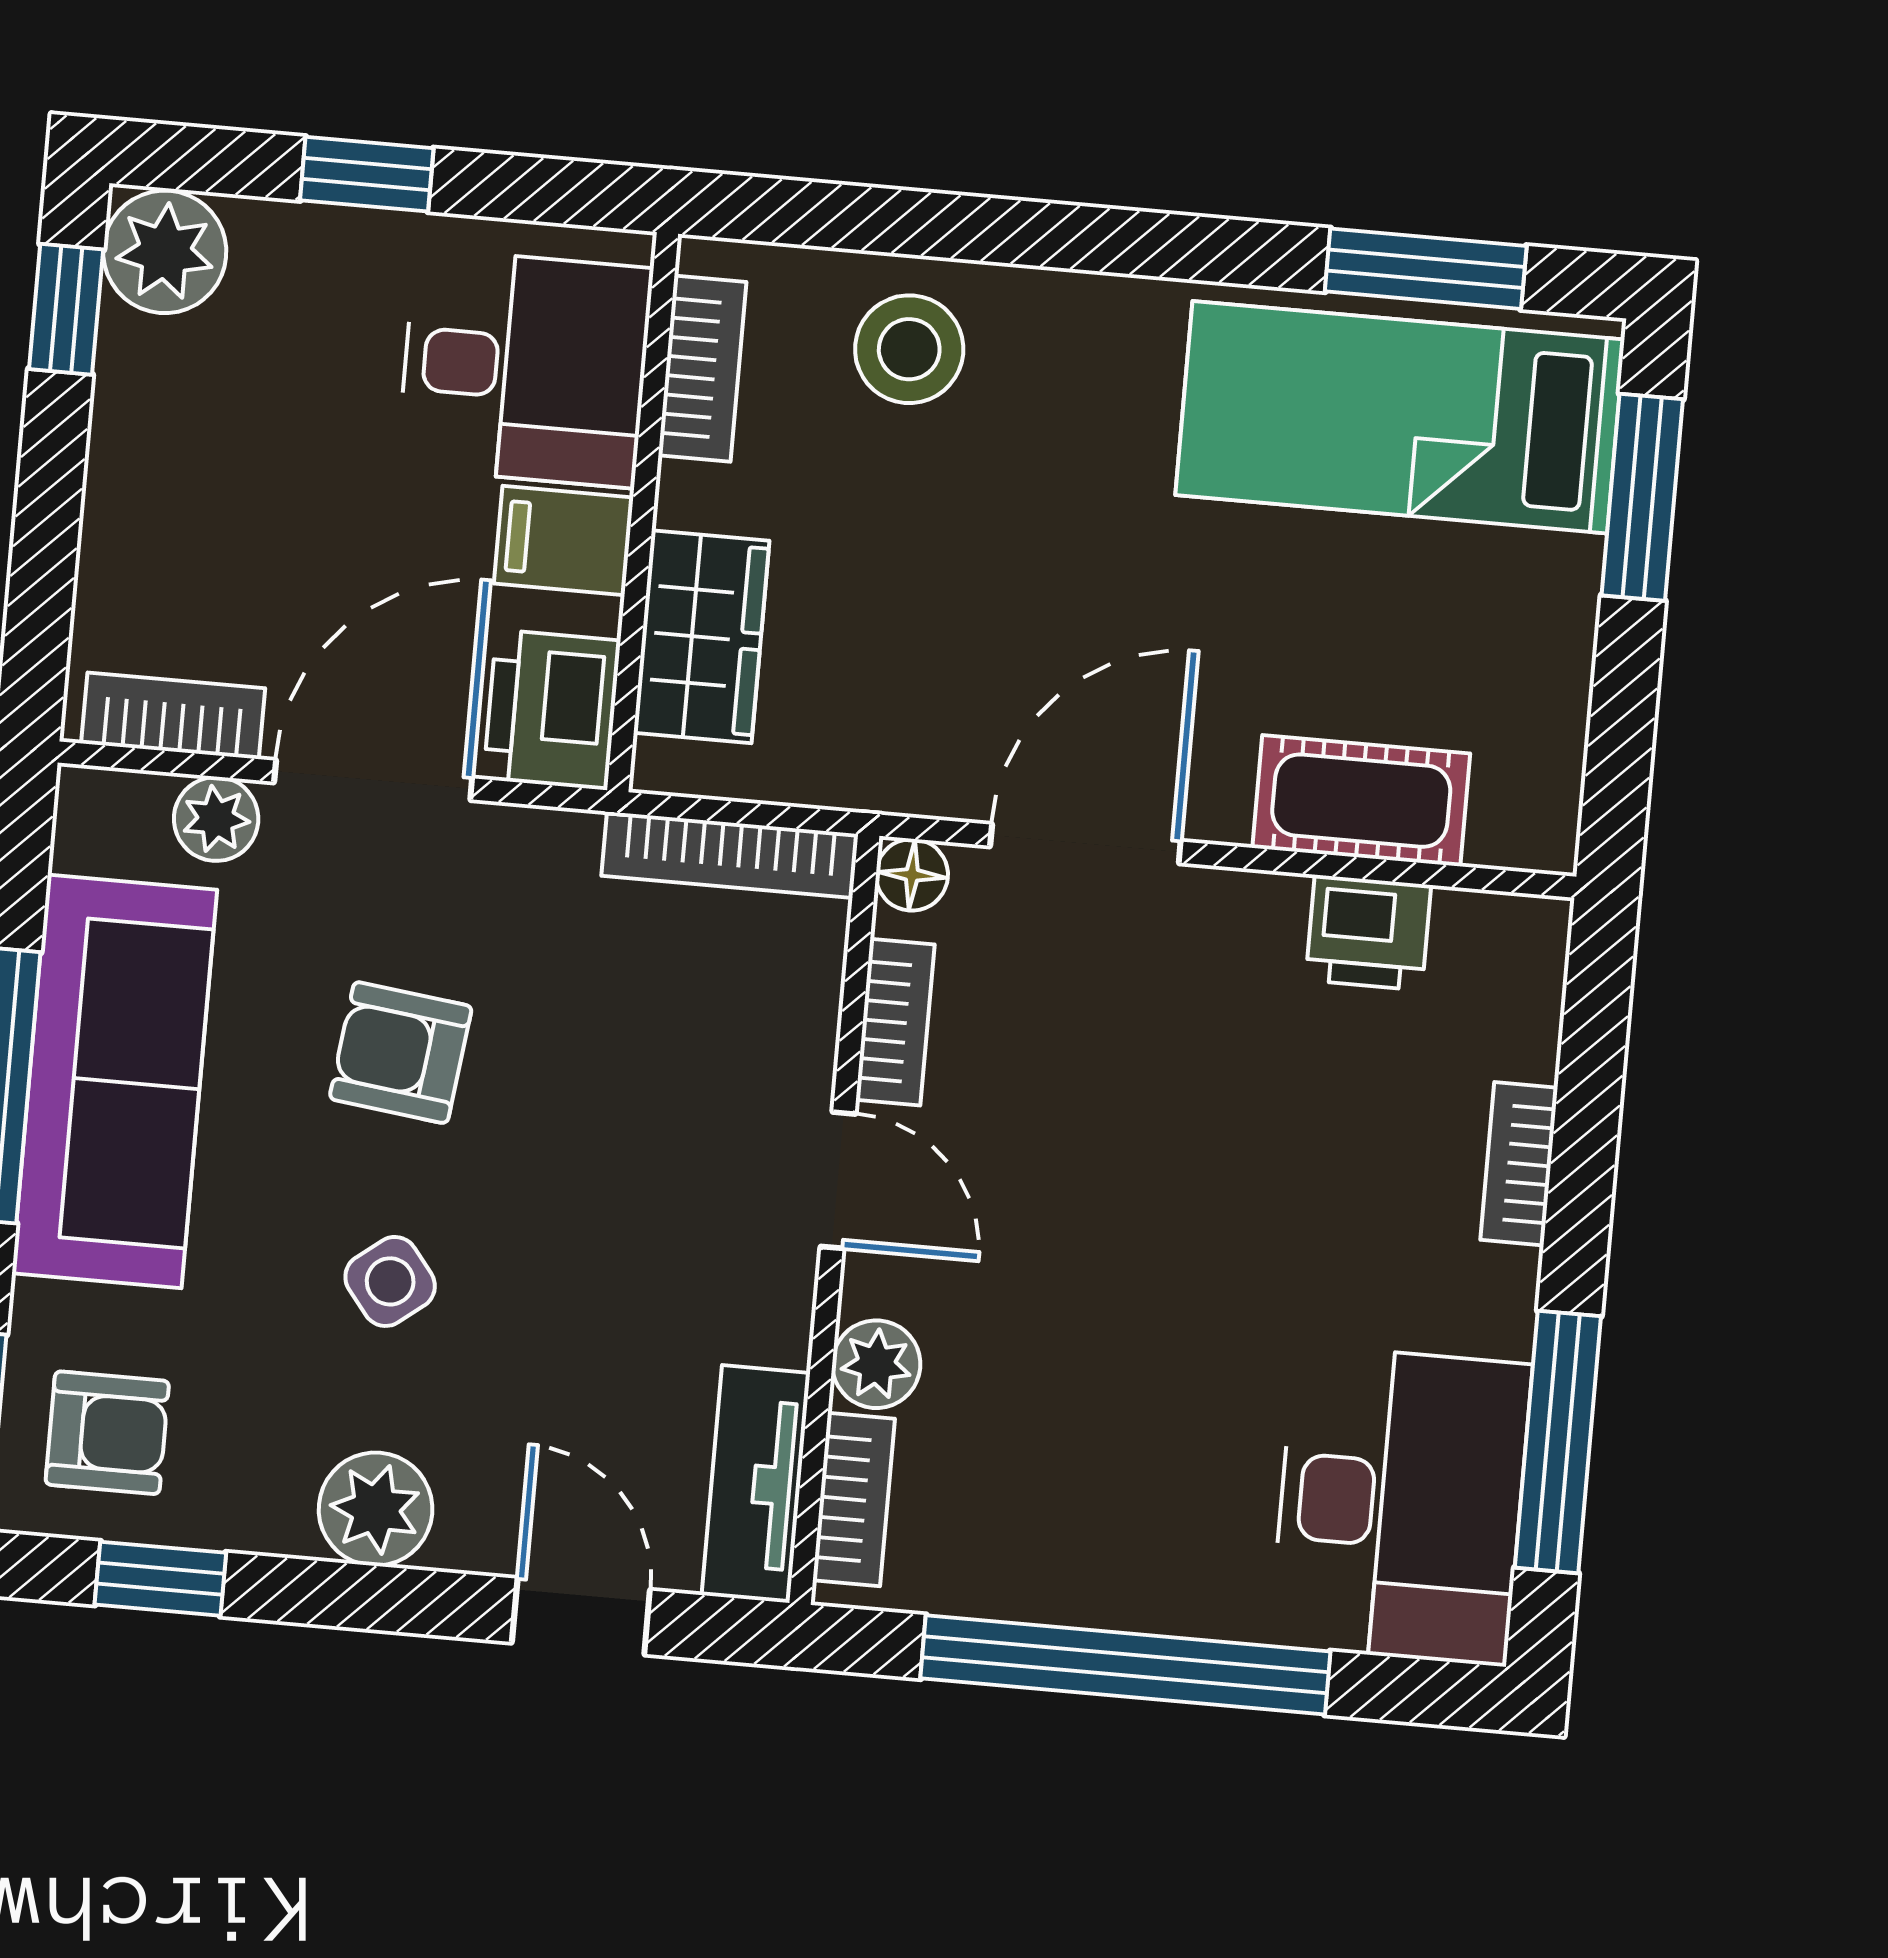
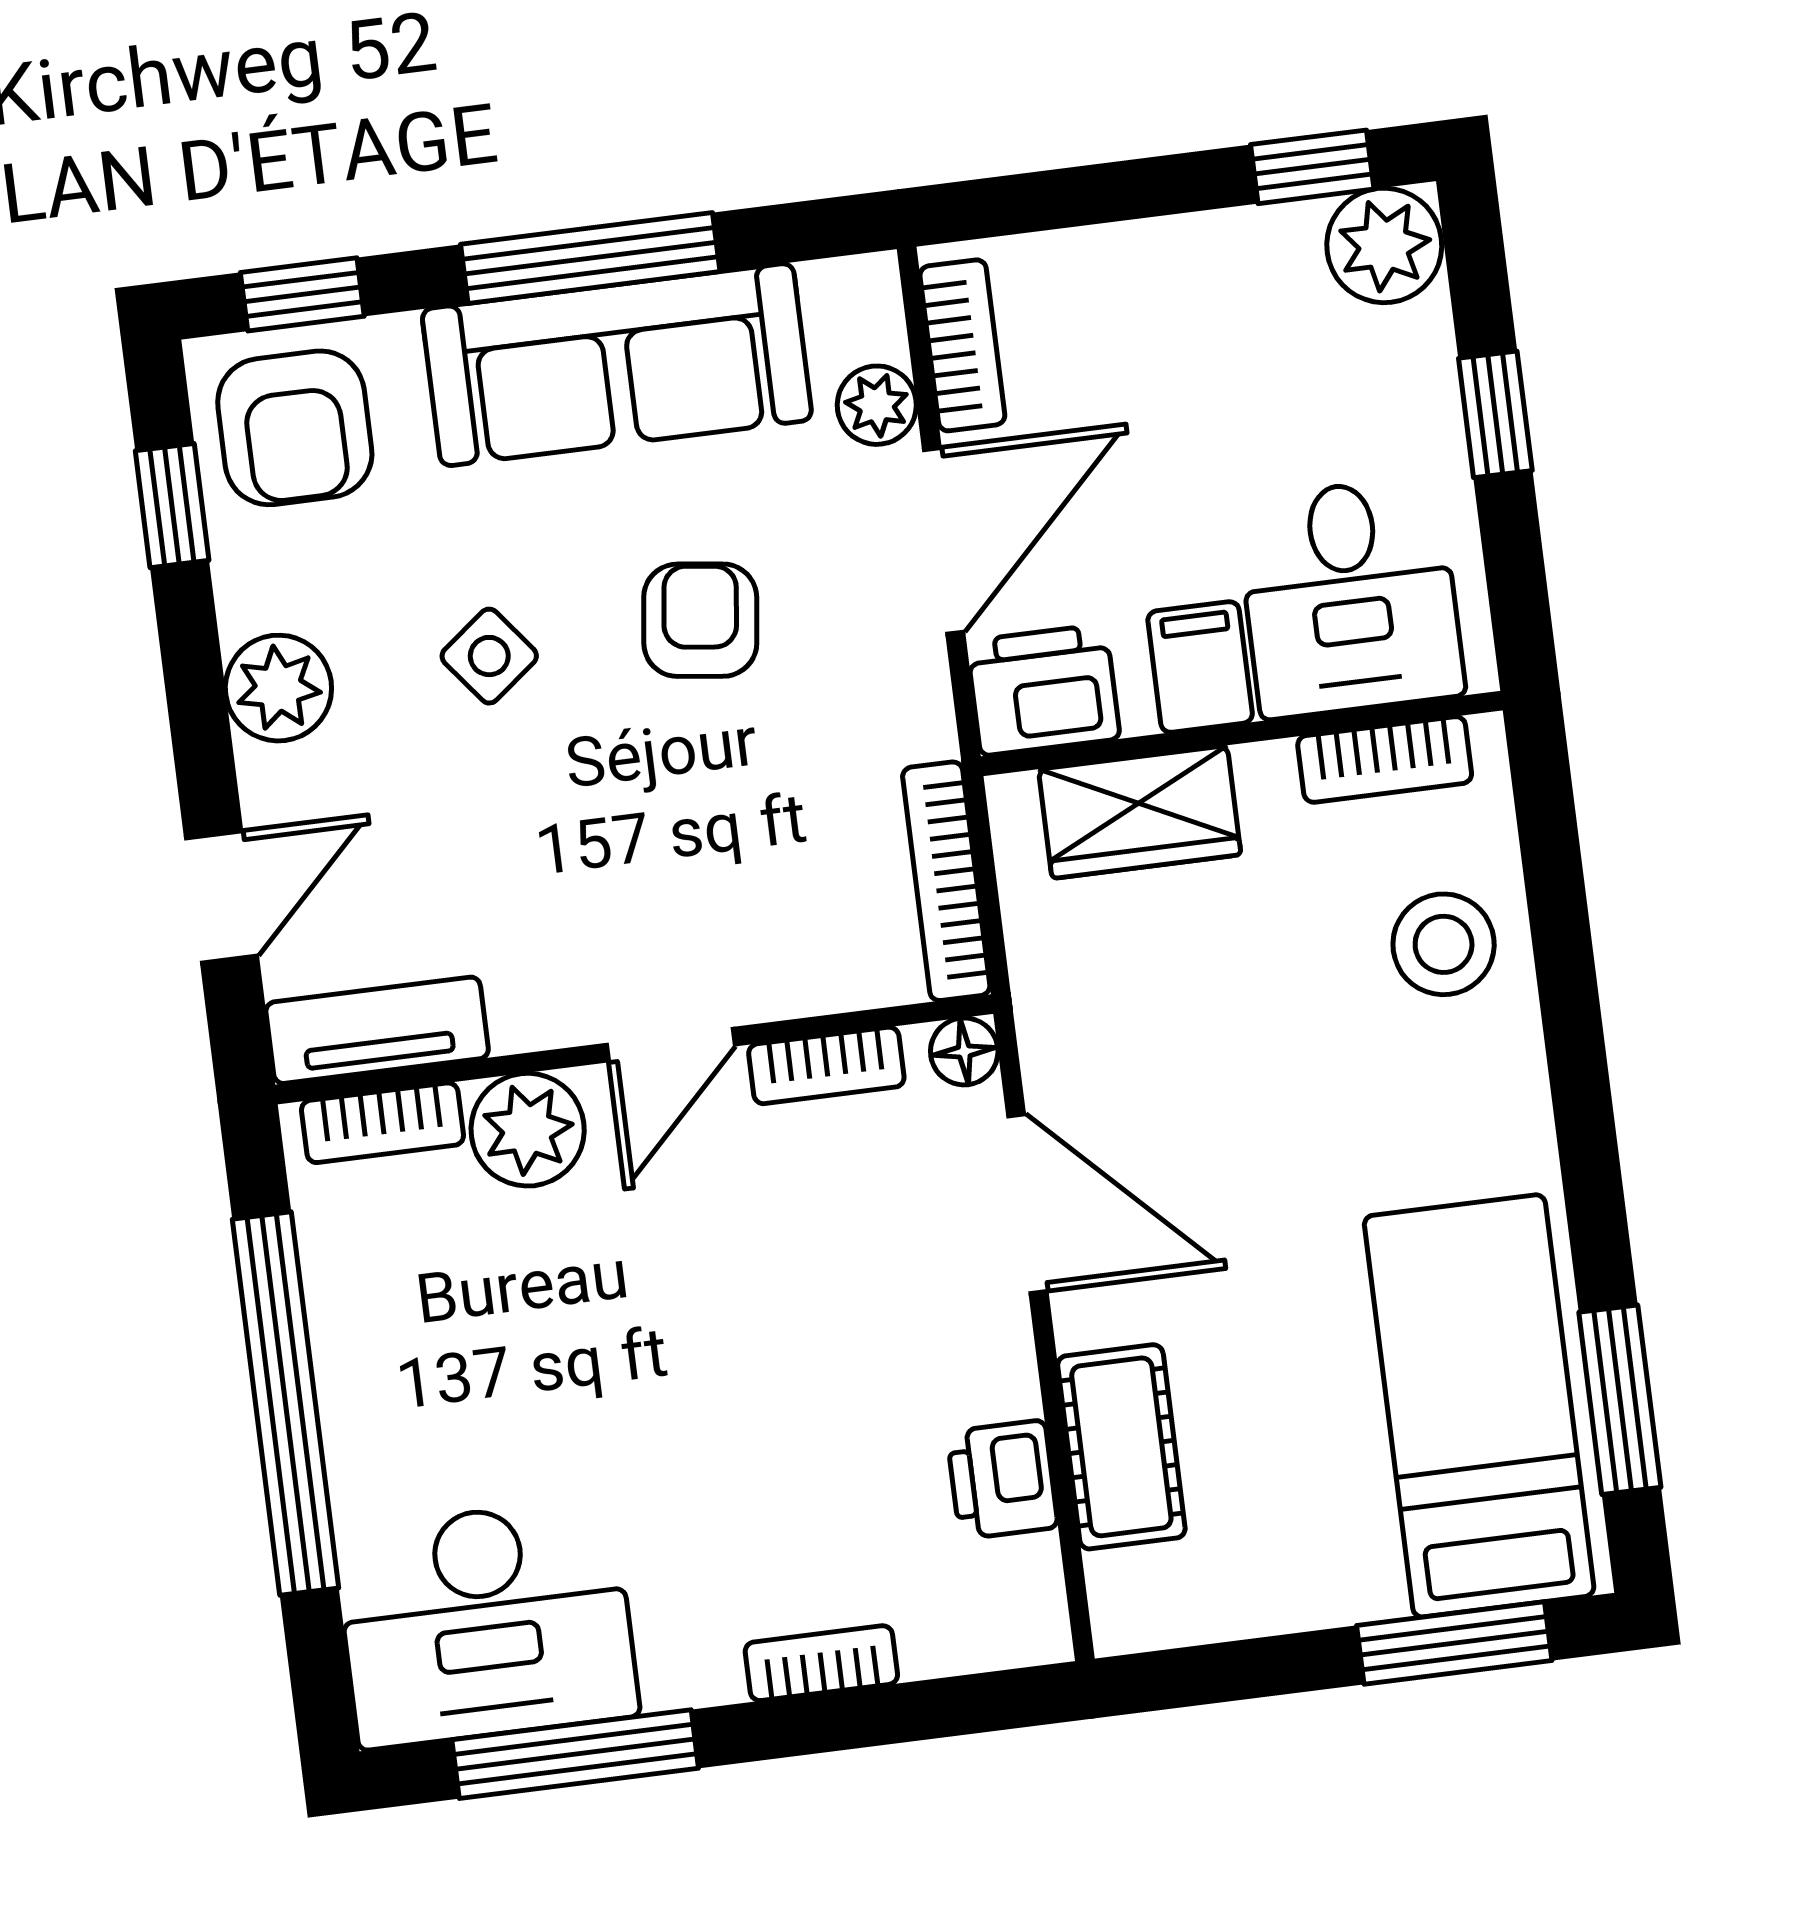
door: (373, 780) -> (944, 541), hinge flipped
plant: (876, 1364) -> (528, 1130), width x1.38, depth x1.38
armchair: (107, 1433) -> (295, 428), width x1.38, depth x1.38

